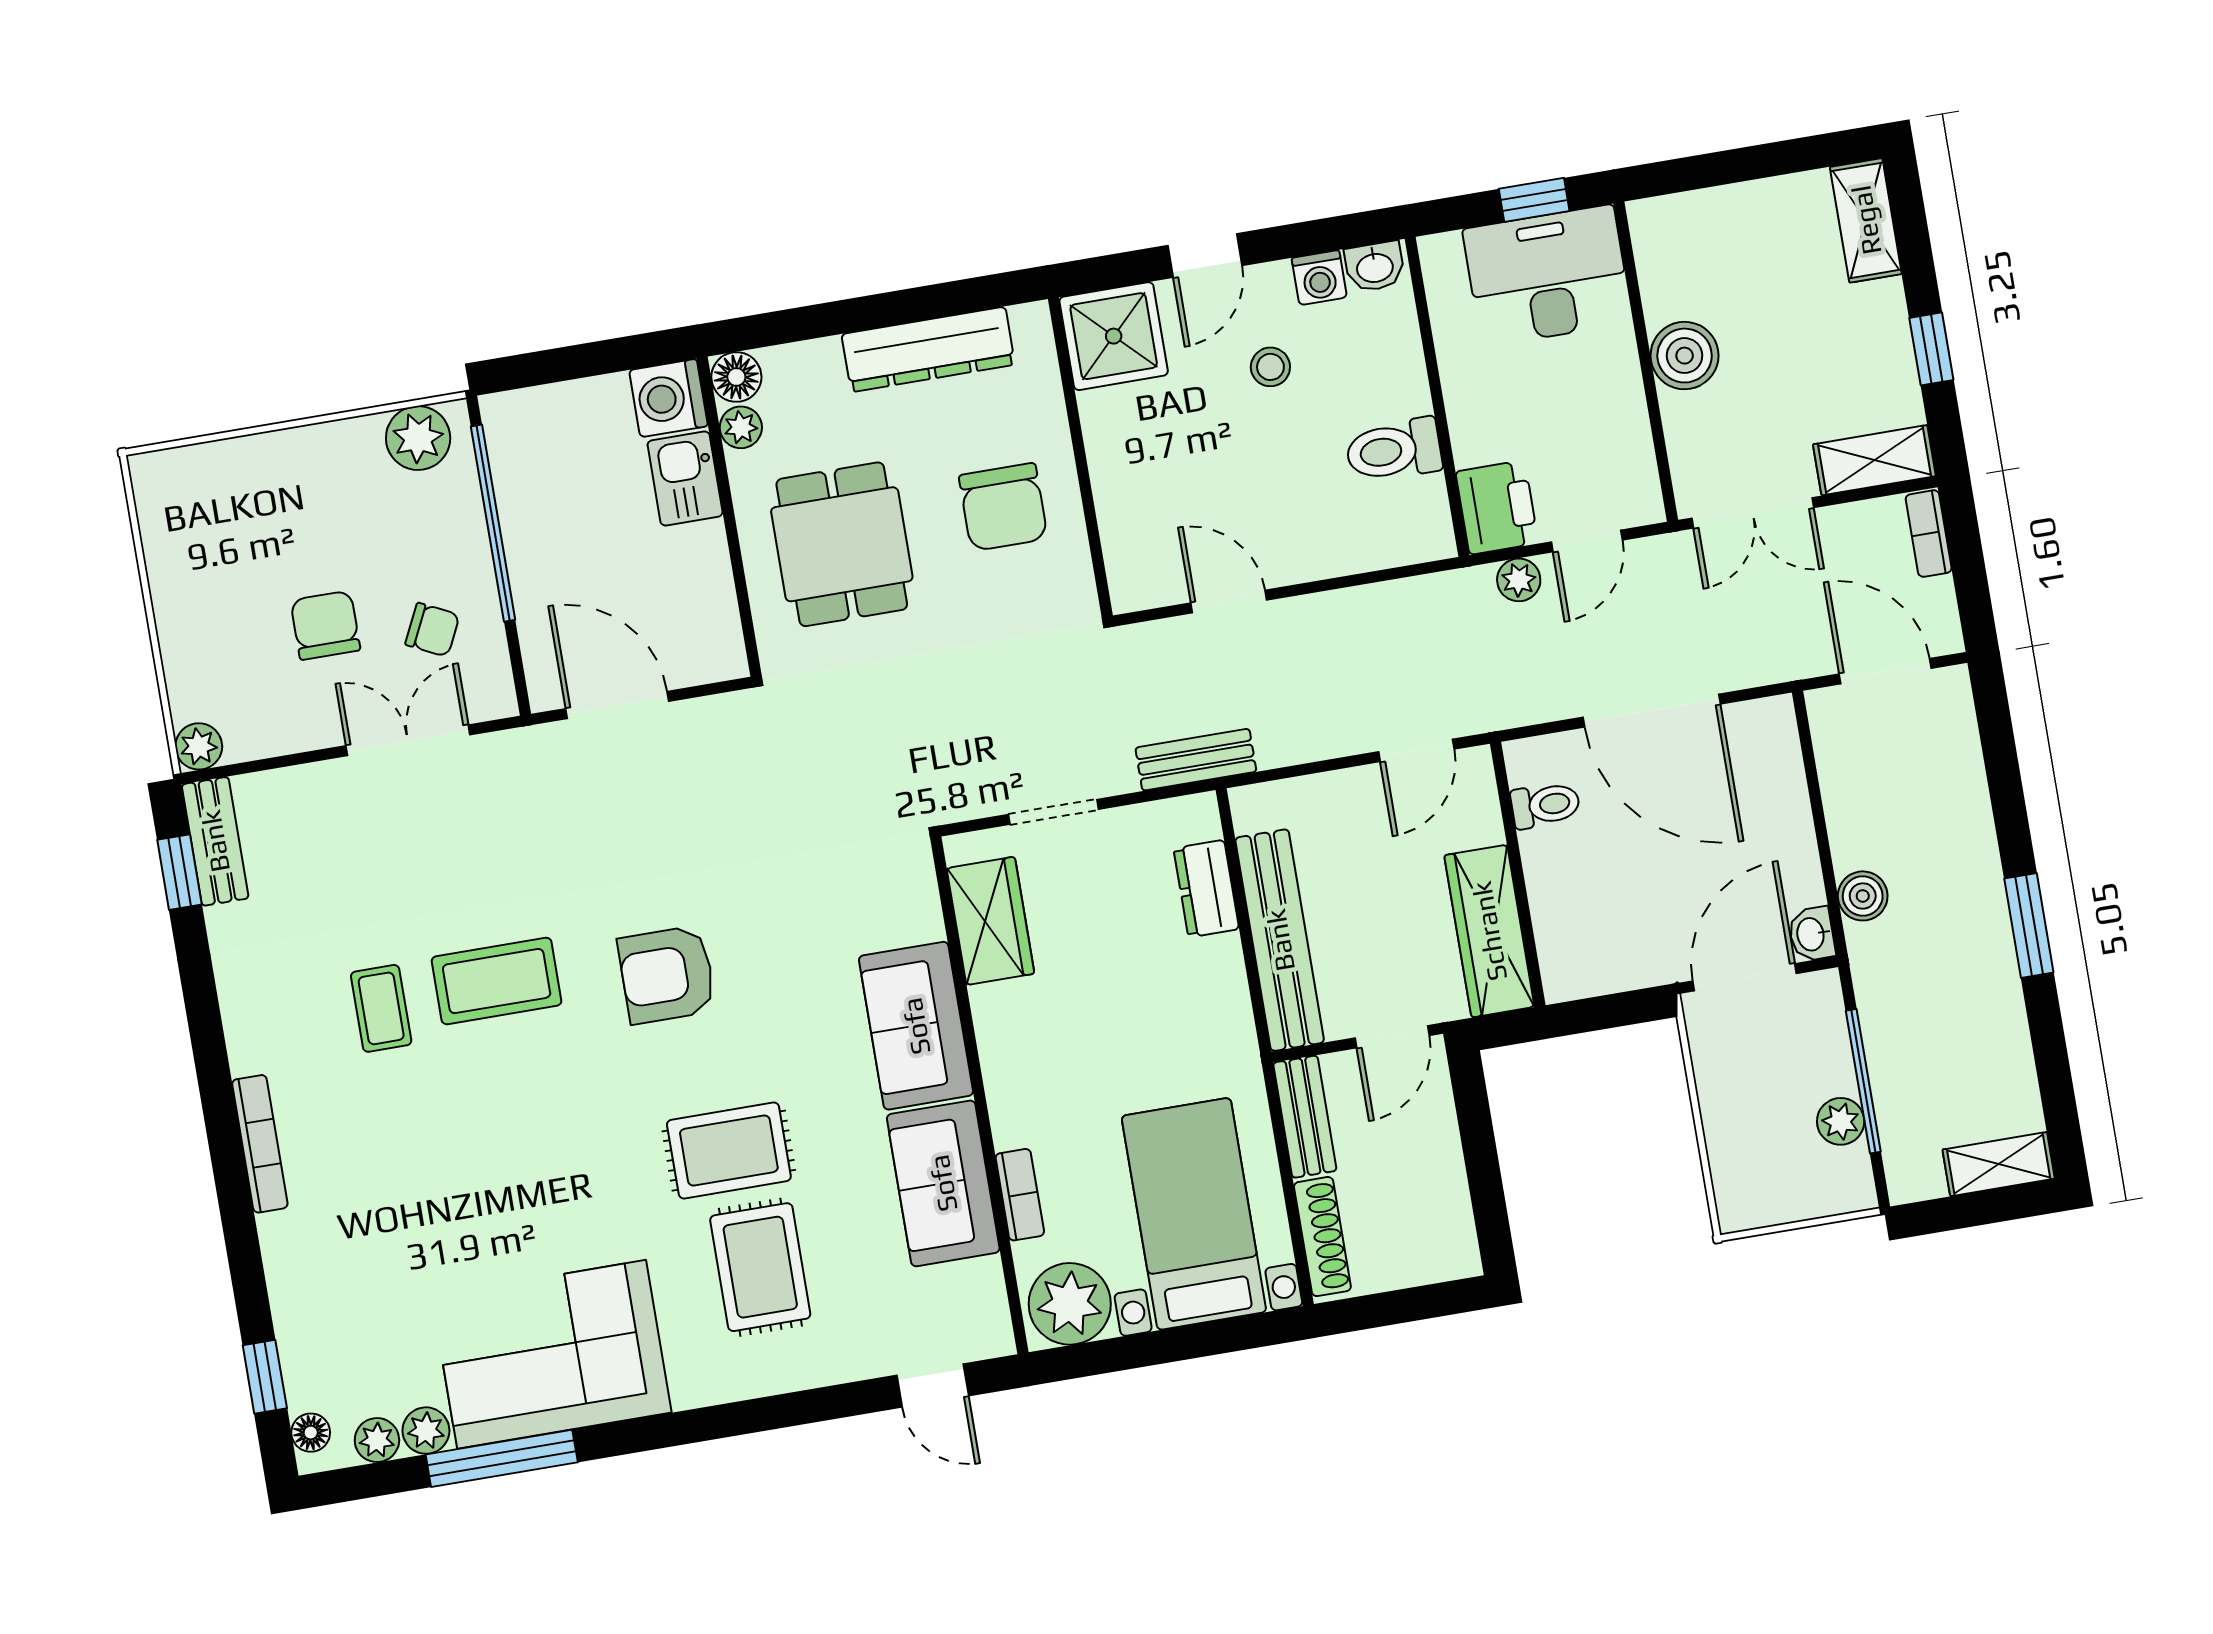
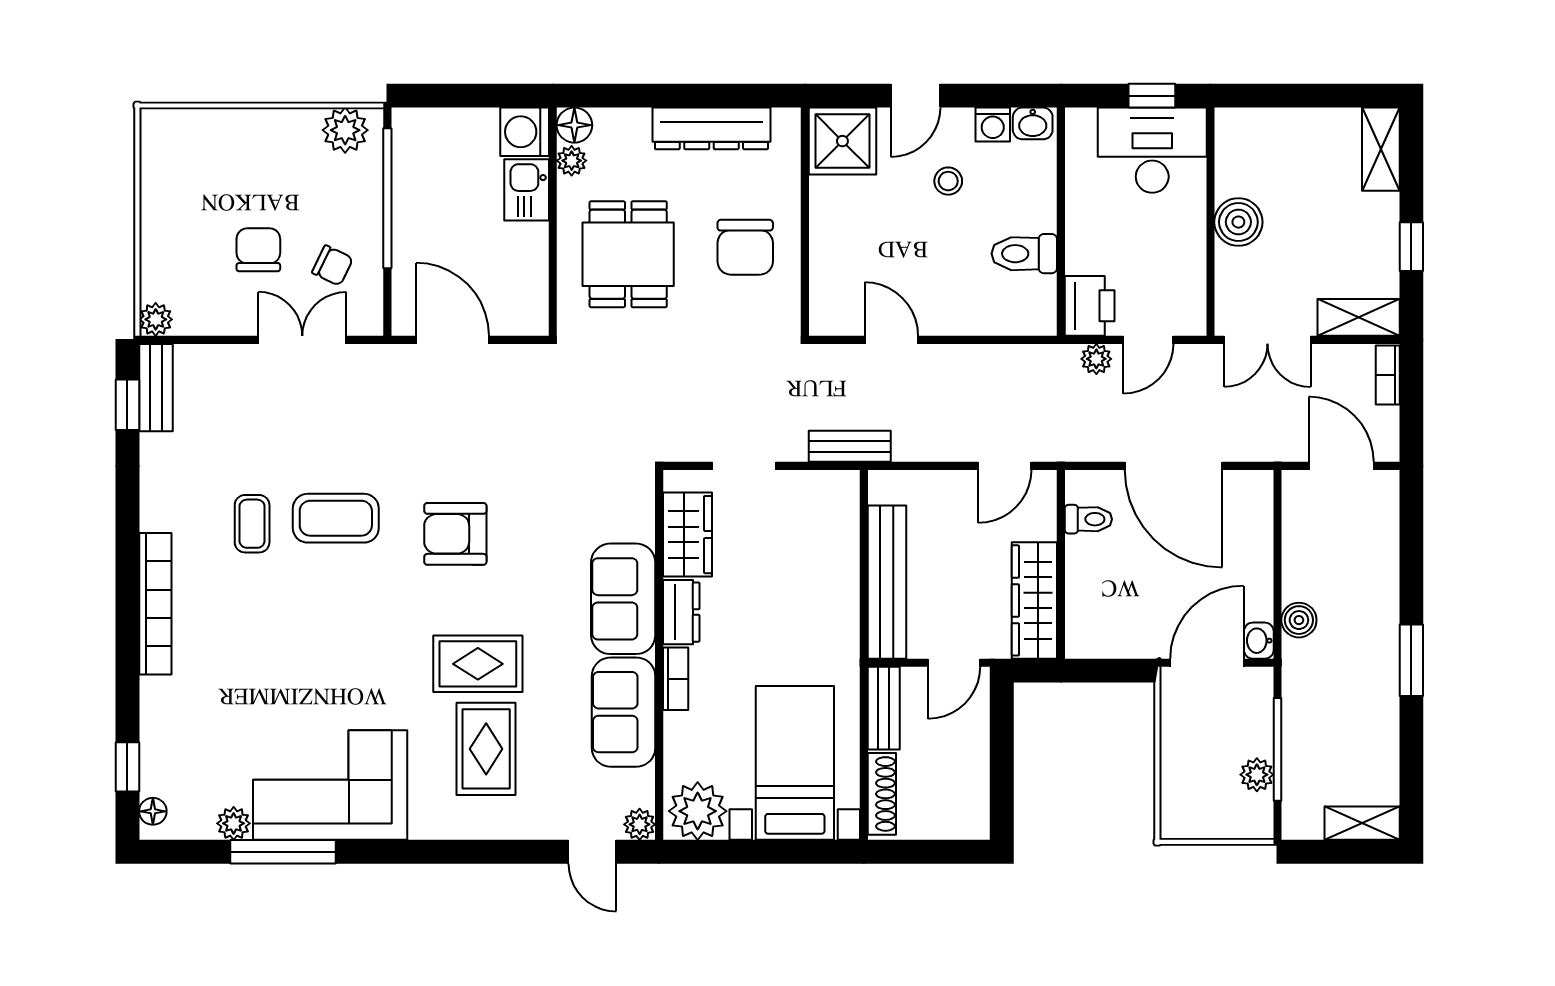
dresser: (1206, 889) -> (681, 612), moved, turned 180
bookcase: (260, 1144) -> (155, 604), width x1.48, depth x1.31
bookcase: (1020, 1195) -> (676, 679), moved
plant: (377, 1440) -> (640, 824), moved

